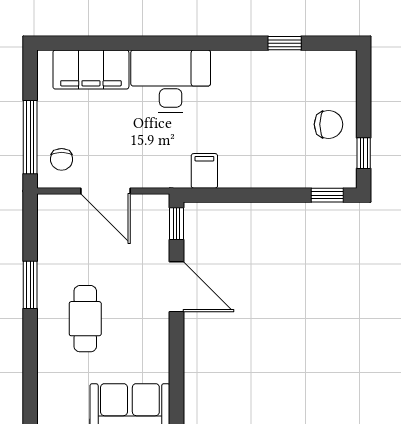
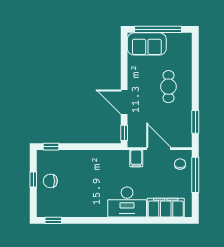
window: (285, 43) -> (53, 220), moved
window: (364, 153) -> (33, 179), moved
filing cabinet: (204, 171) -> (136, 158), moved
window: (30, 285) -> (195, 122), moved

